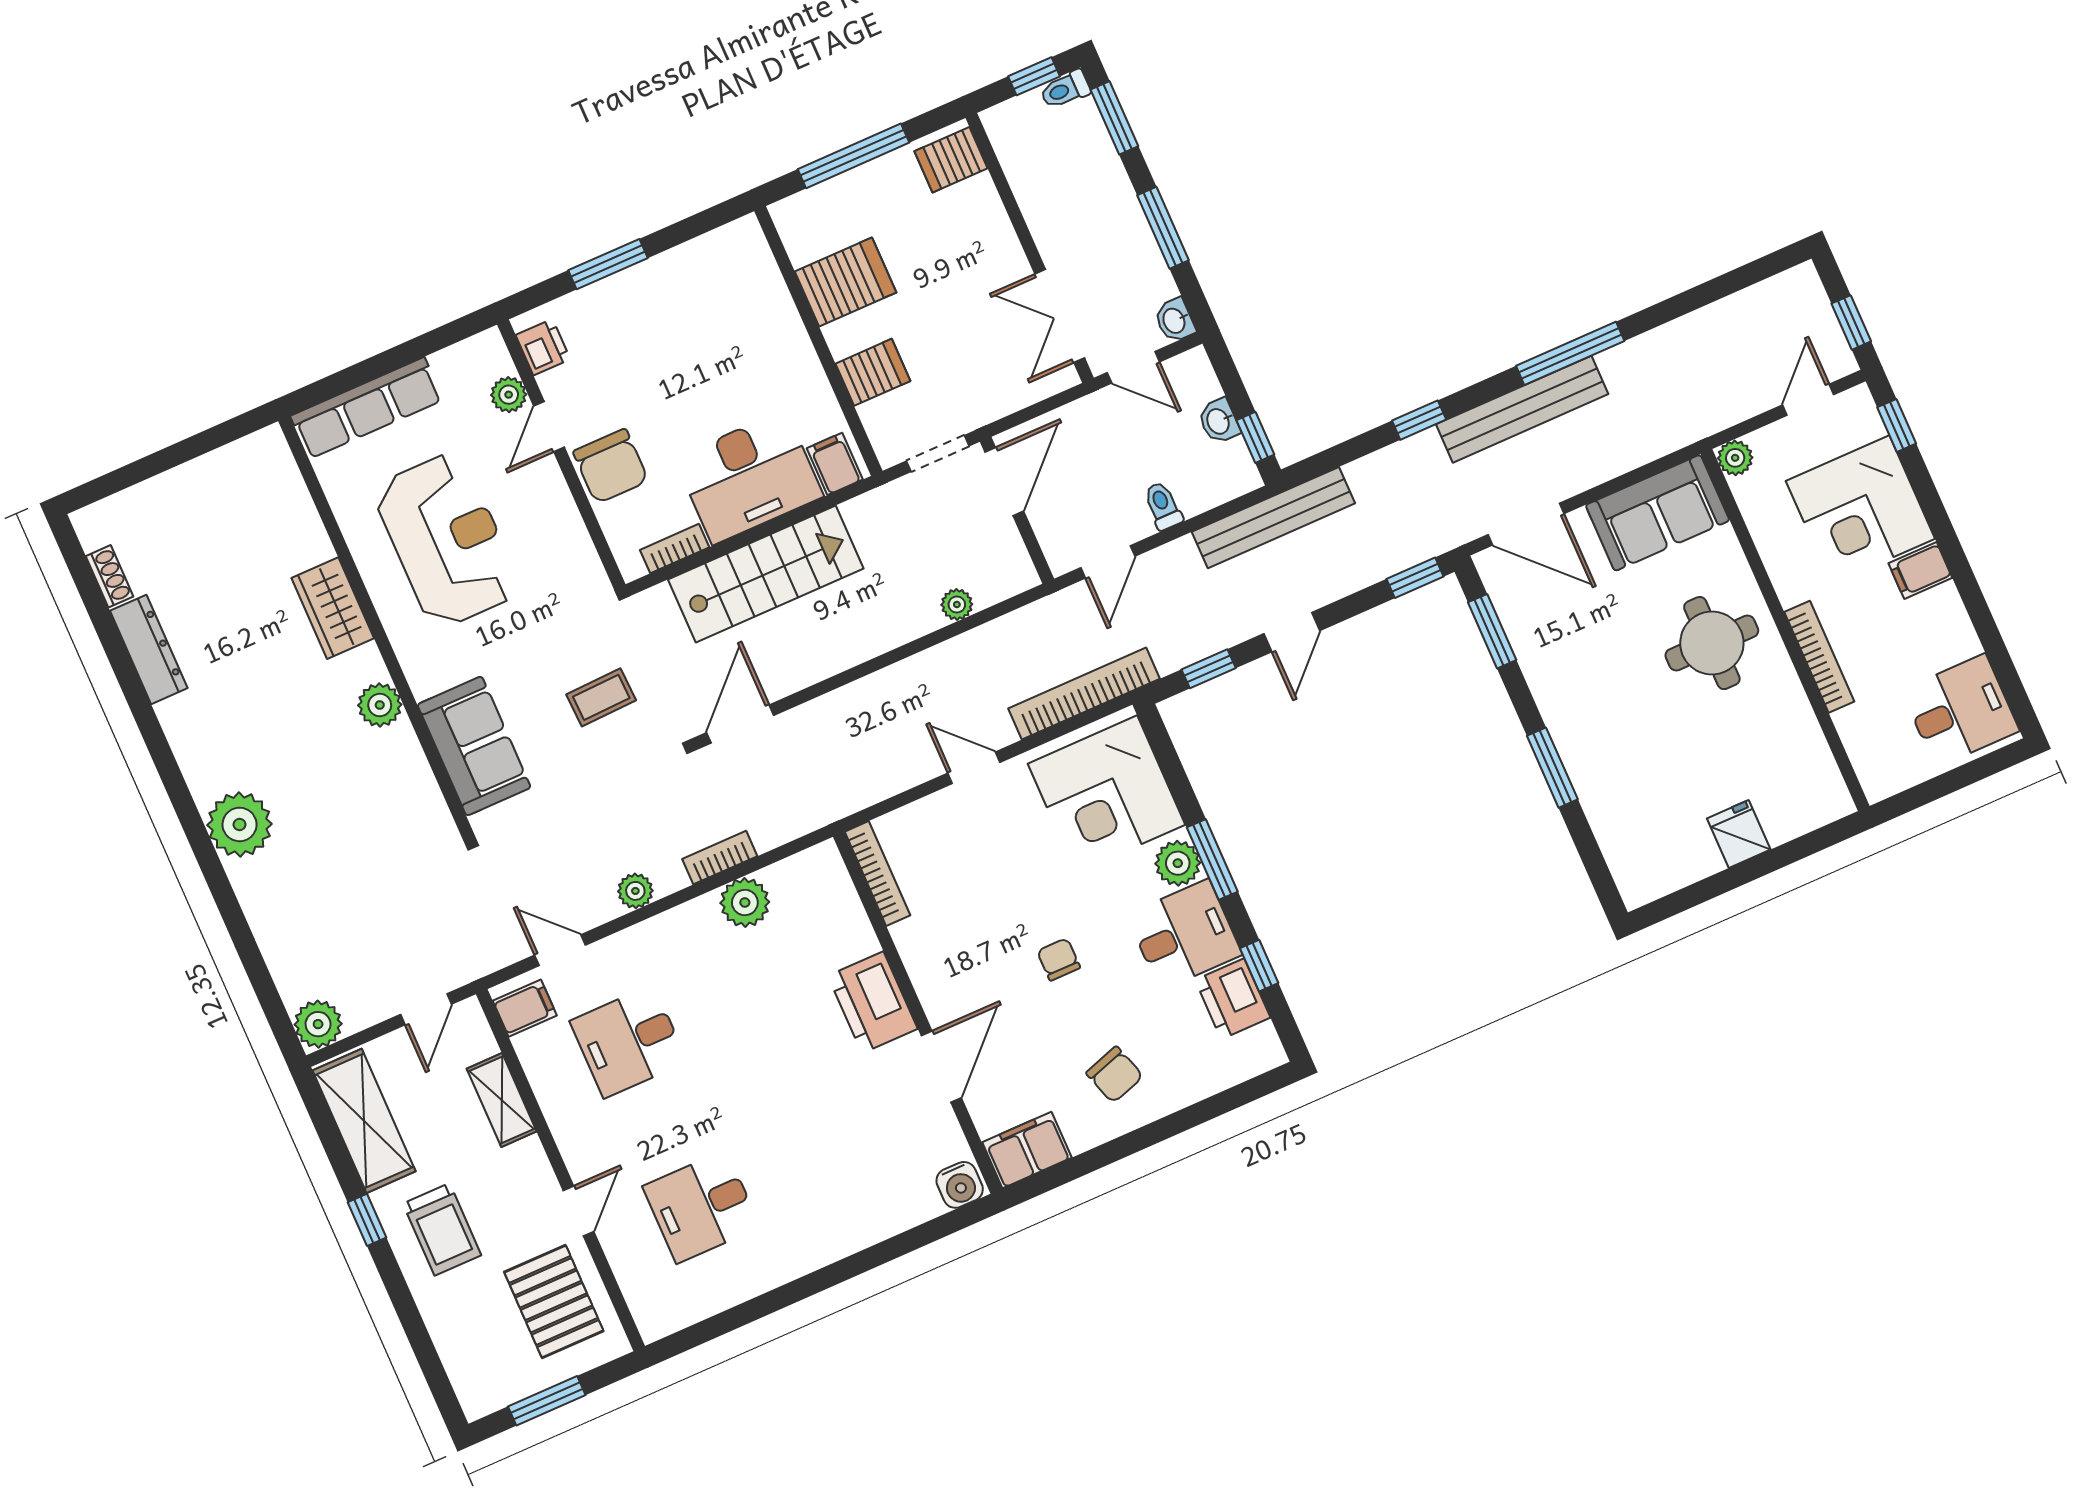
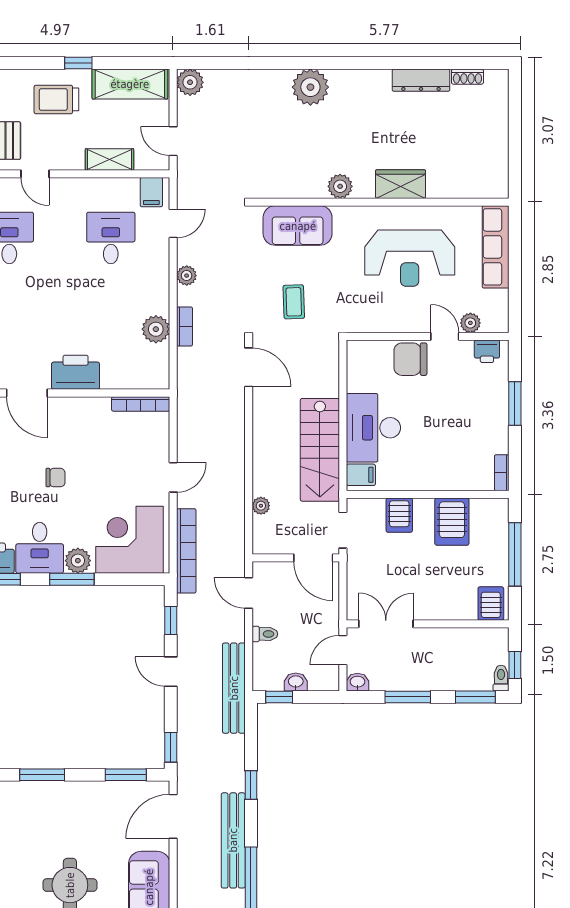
bookcase: (675, 549) -> (502, 473), moved, turned 180
stairs: (766, 574) -> (320, 450), moved

